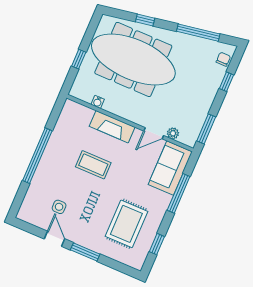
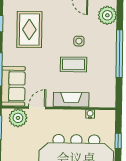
plant: (173, 133) -> (18, 118), width x1.88, depth x1.88
plant: (33, 204) -> (107, 15), added
side table: (59, 207) -> (79, 41), moved

